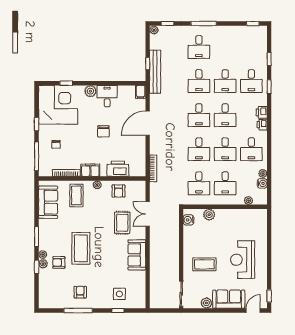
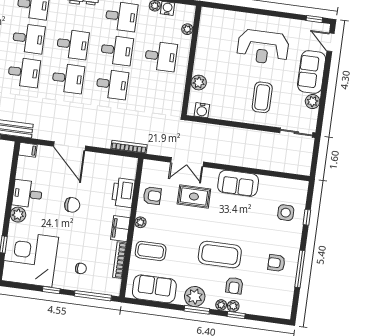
desk: (199, 183) -> (156, 90), removed
plant: (46, 234) -> (195, 297), added

